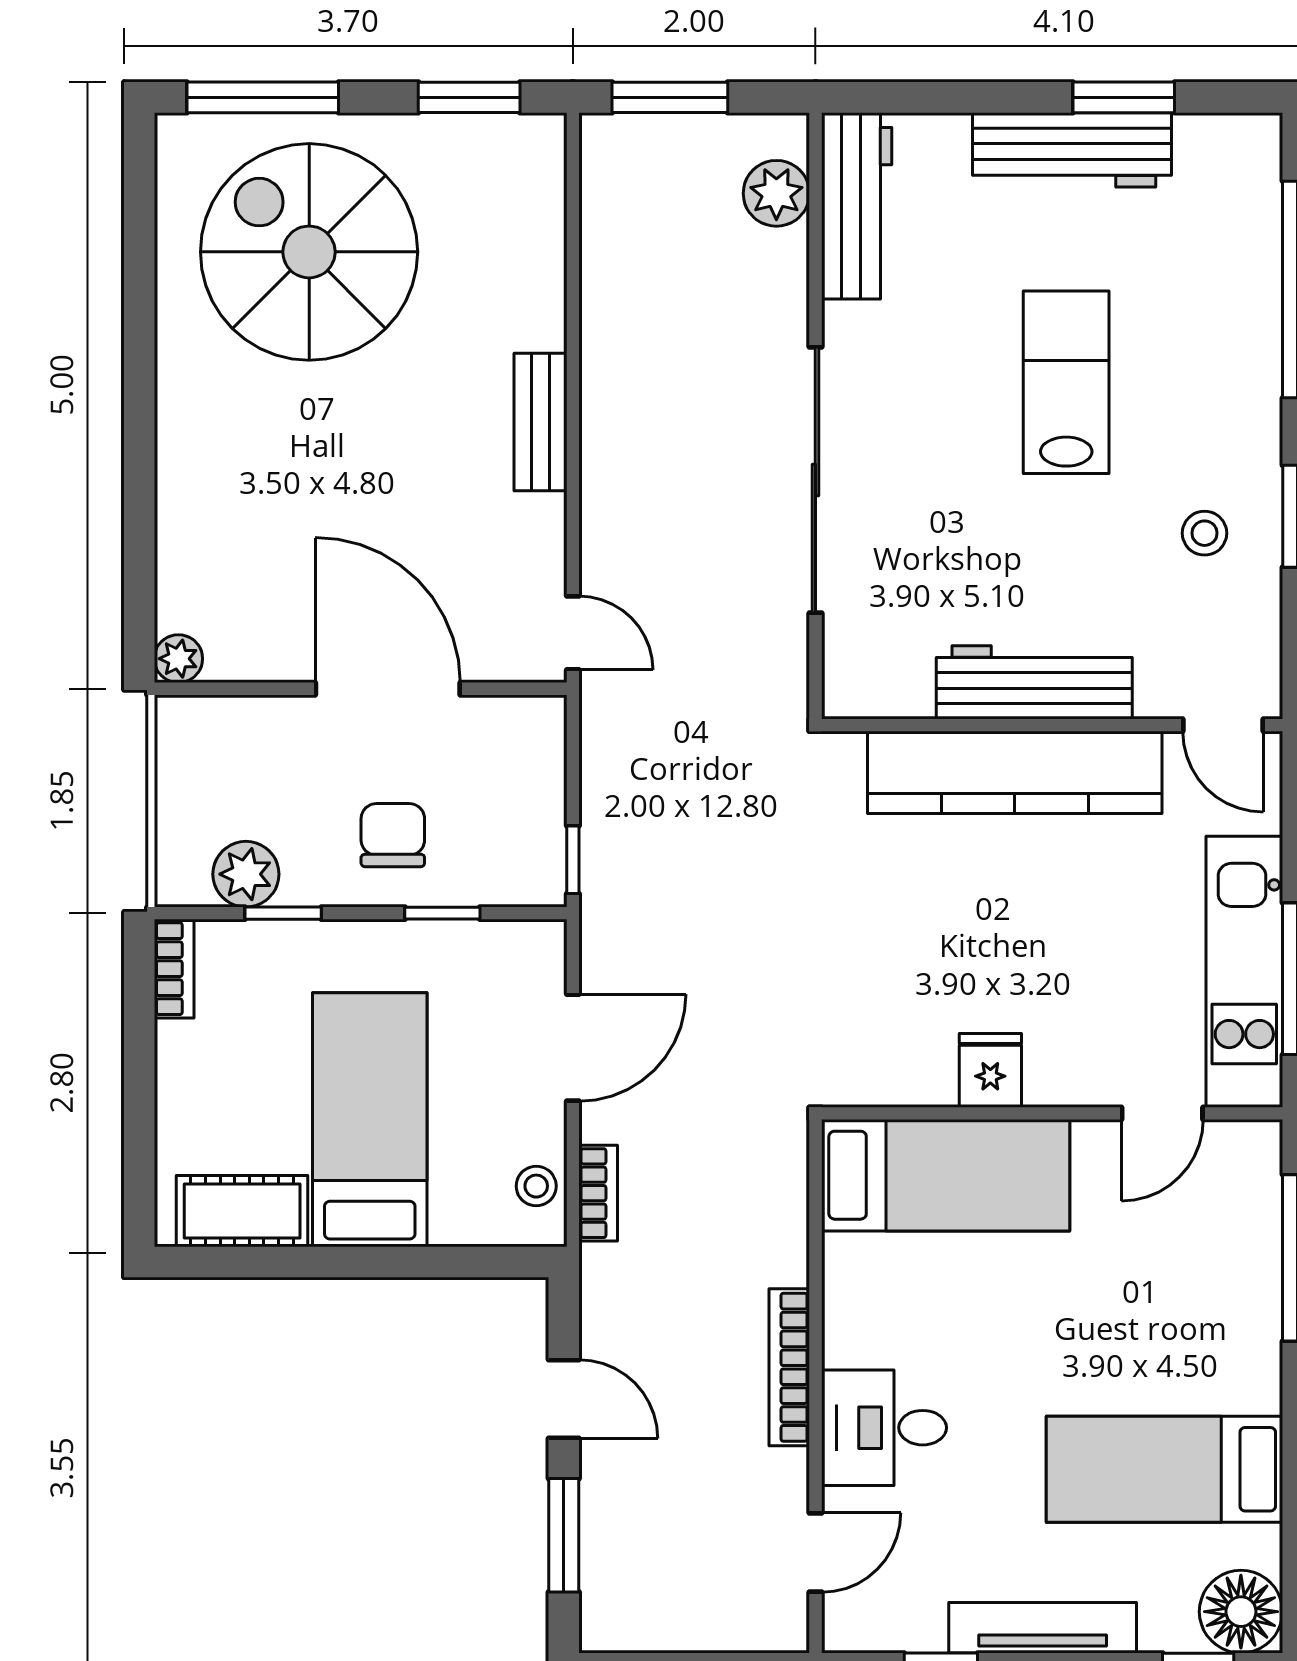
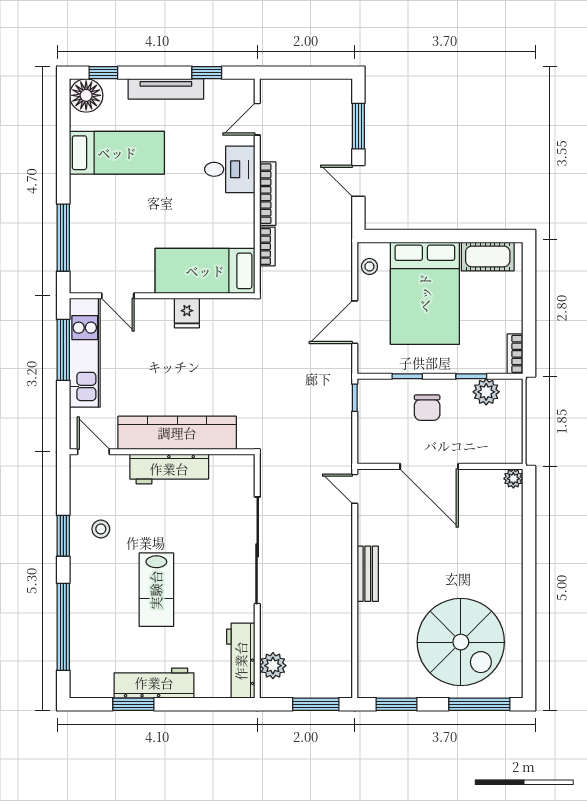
door: (1162, 1113) -> (118, 296), swing flipped
bed: (370, 1120) -> (425, 293), width x1.50
bookcase: (598, 1193) -> (267, 247), moved, turned 180

